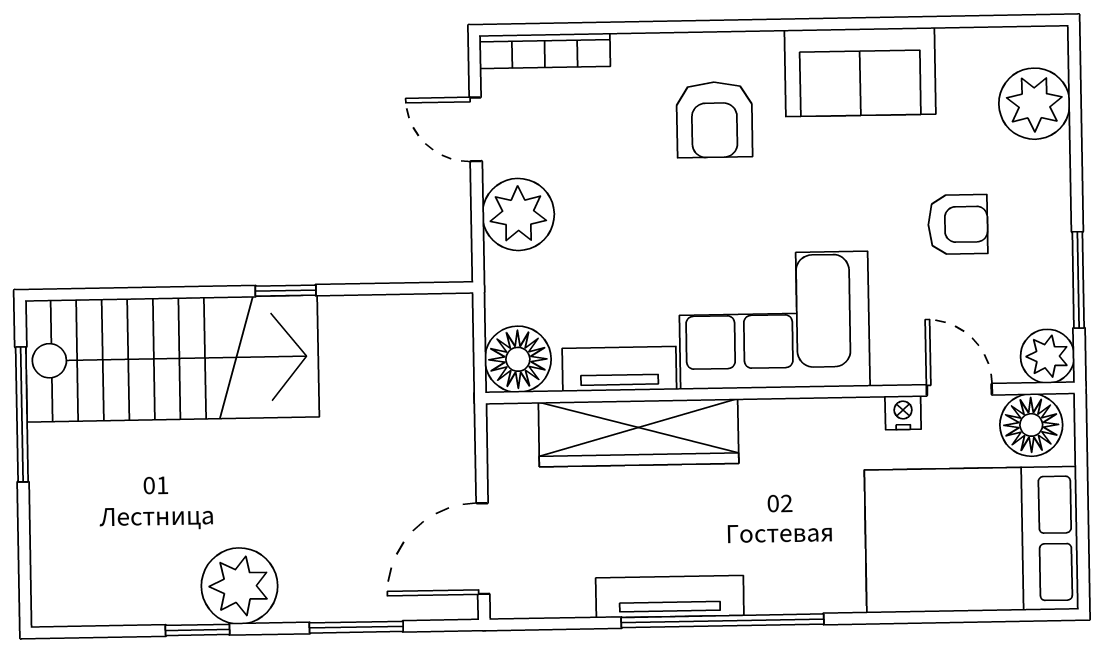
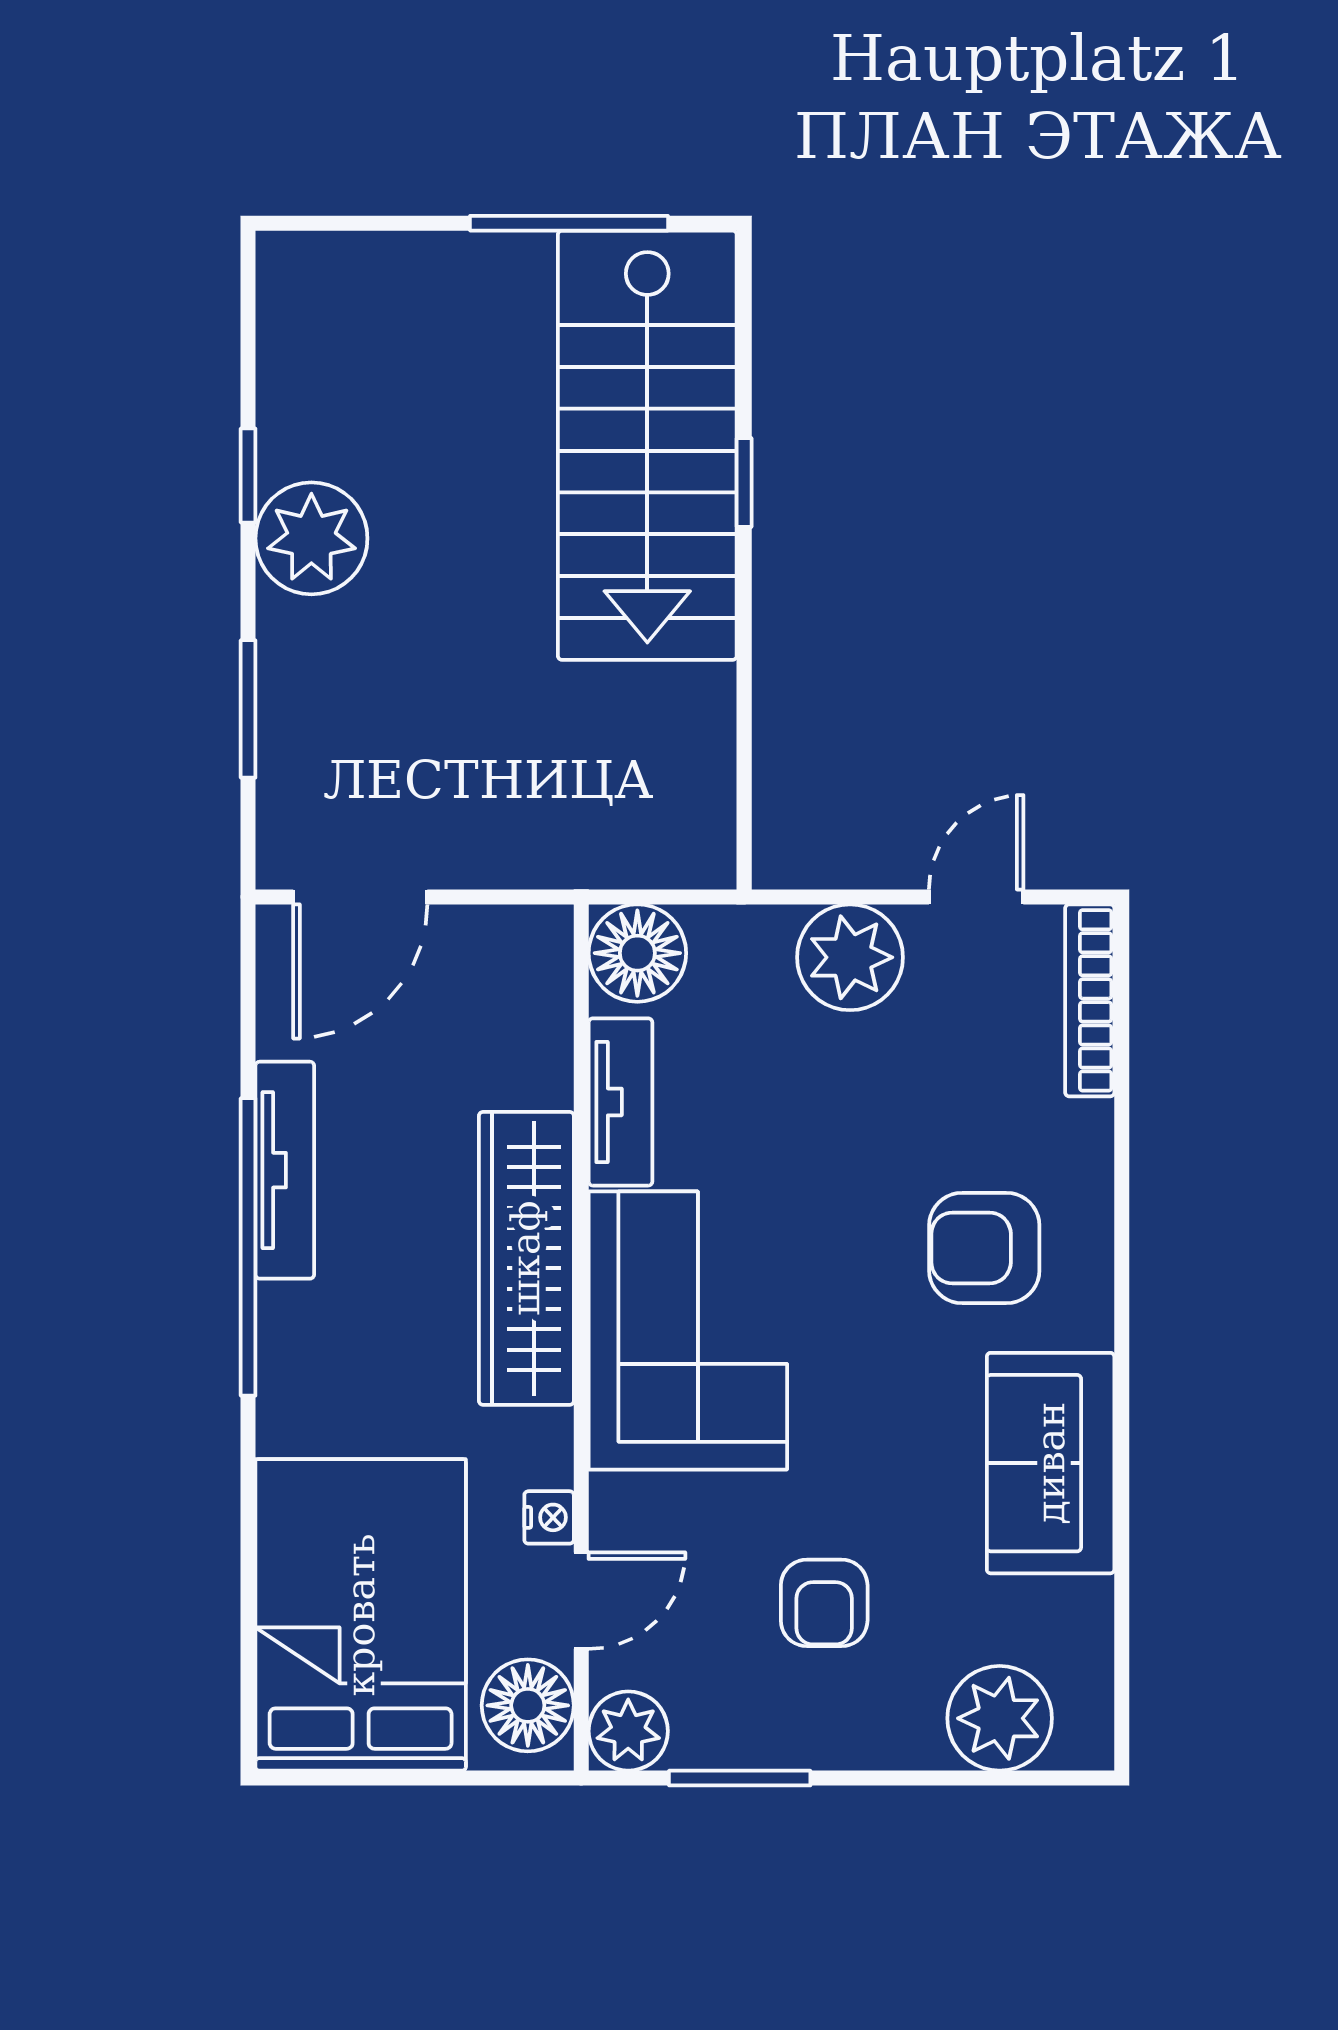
window: (286, 291) -> (744, 483), moved
wardrobe: (639, 433) -> (526, 1258), moved
door: (483, 549) -> (360, 897), swing flipped

